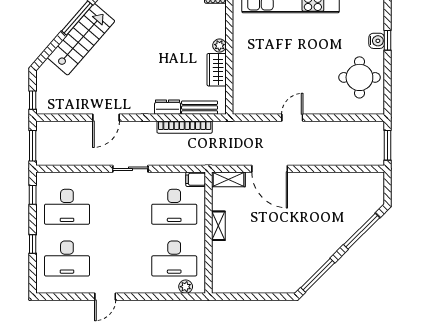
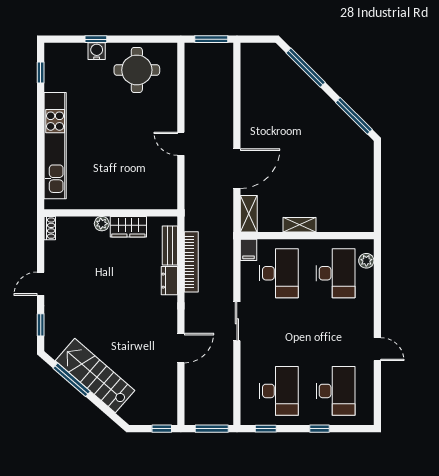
door: (106, 118) -> (181, 348), hinge flipped

